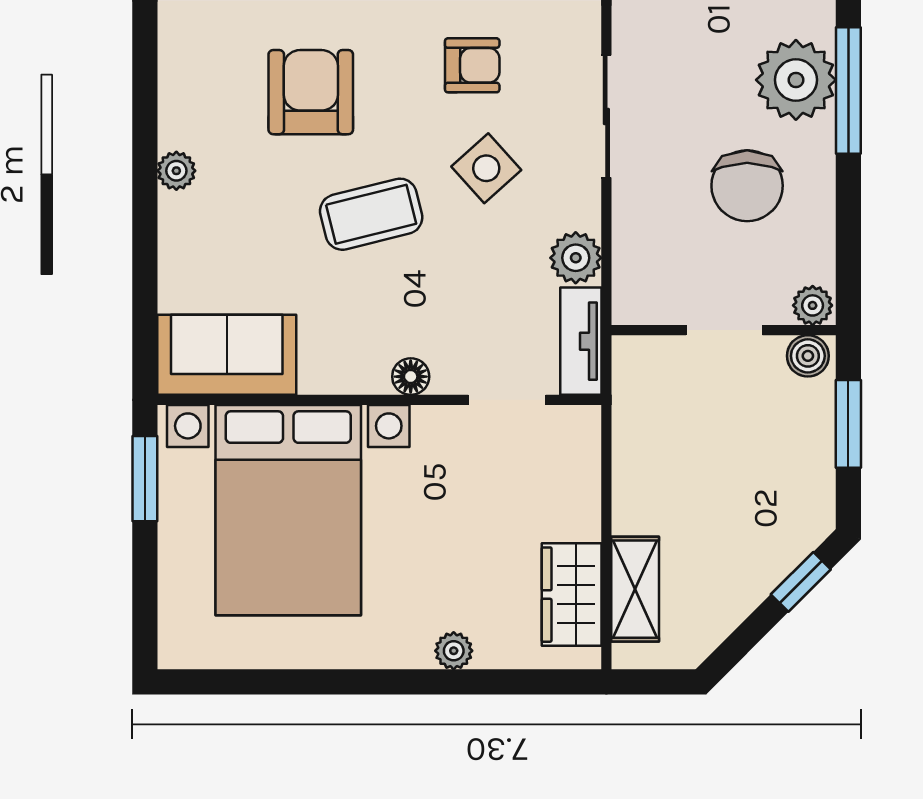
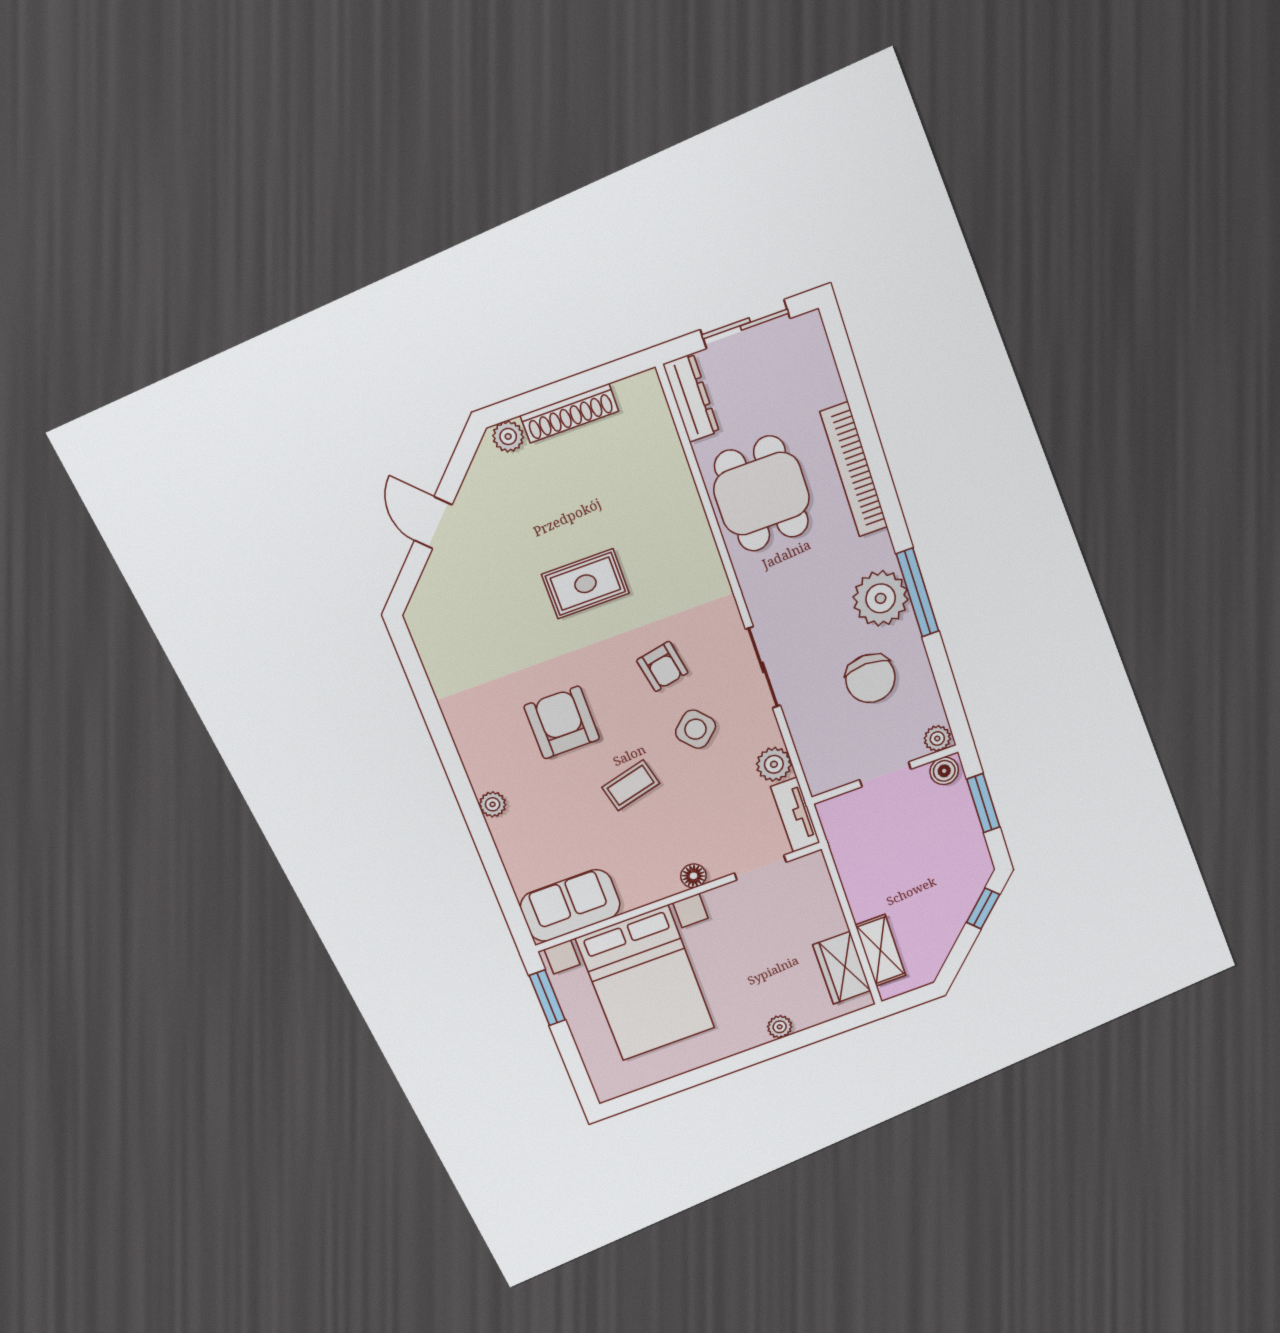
armchair: (472, 65) -> (662, 666), turned 79
coffee table: (371, 214) -> (631, 785), width x0.73, depth x0.77

